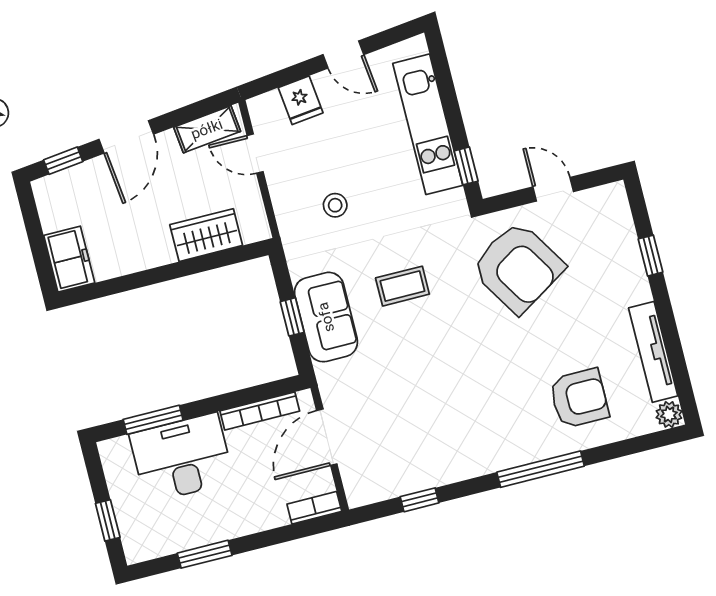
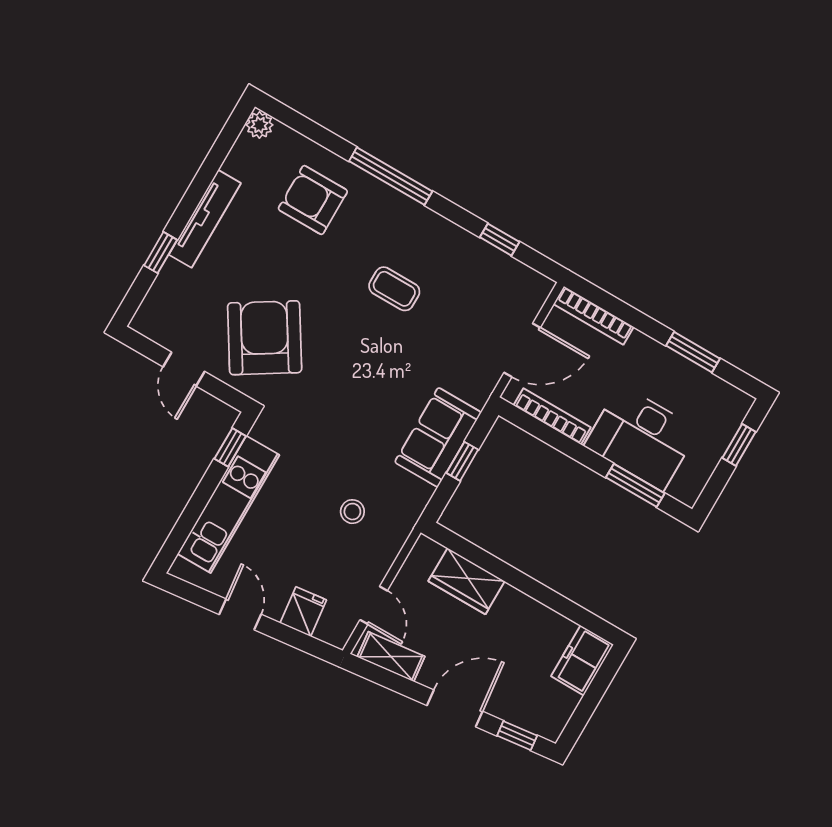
coffee table: (402, 286) -> (394, 289), moved
tv unit: (653, 352) -> (205, 219), moved
bookcase: (314, 508) -> (594, 315), width x1.56

